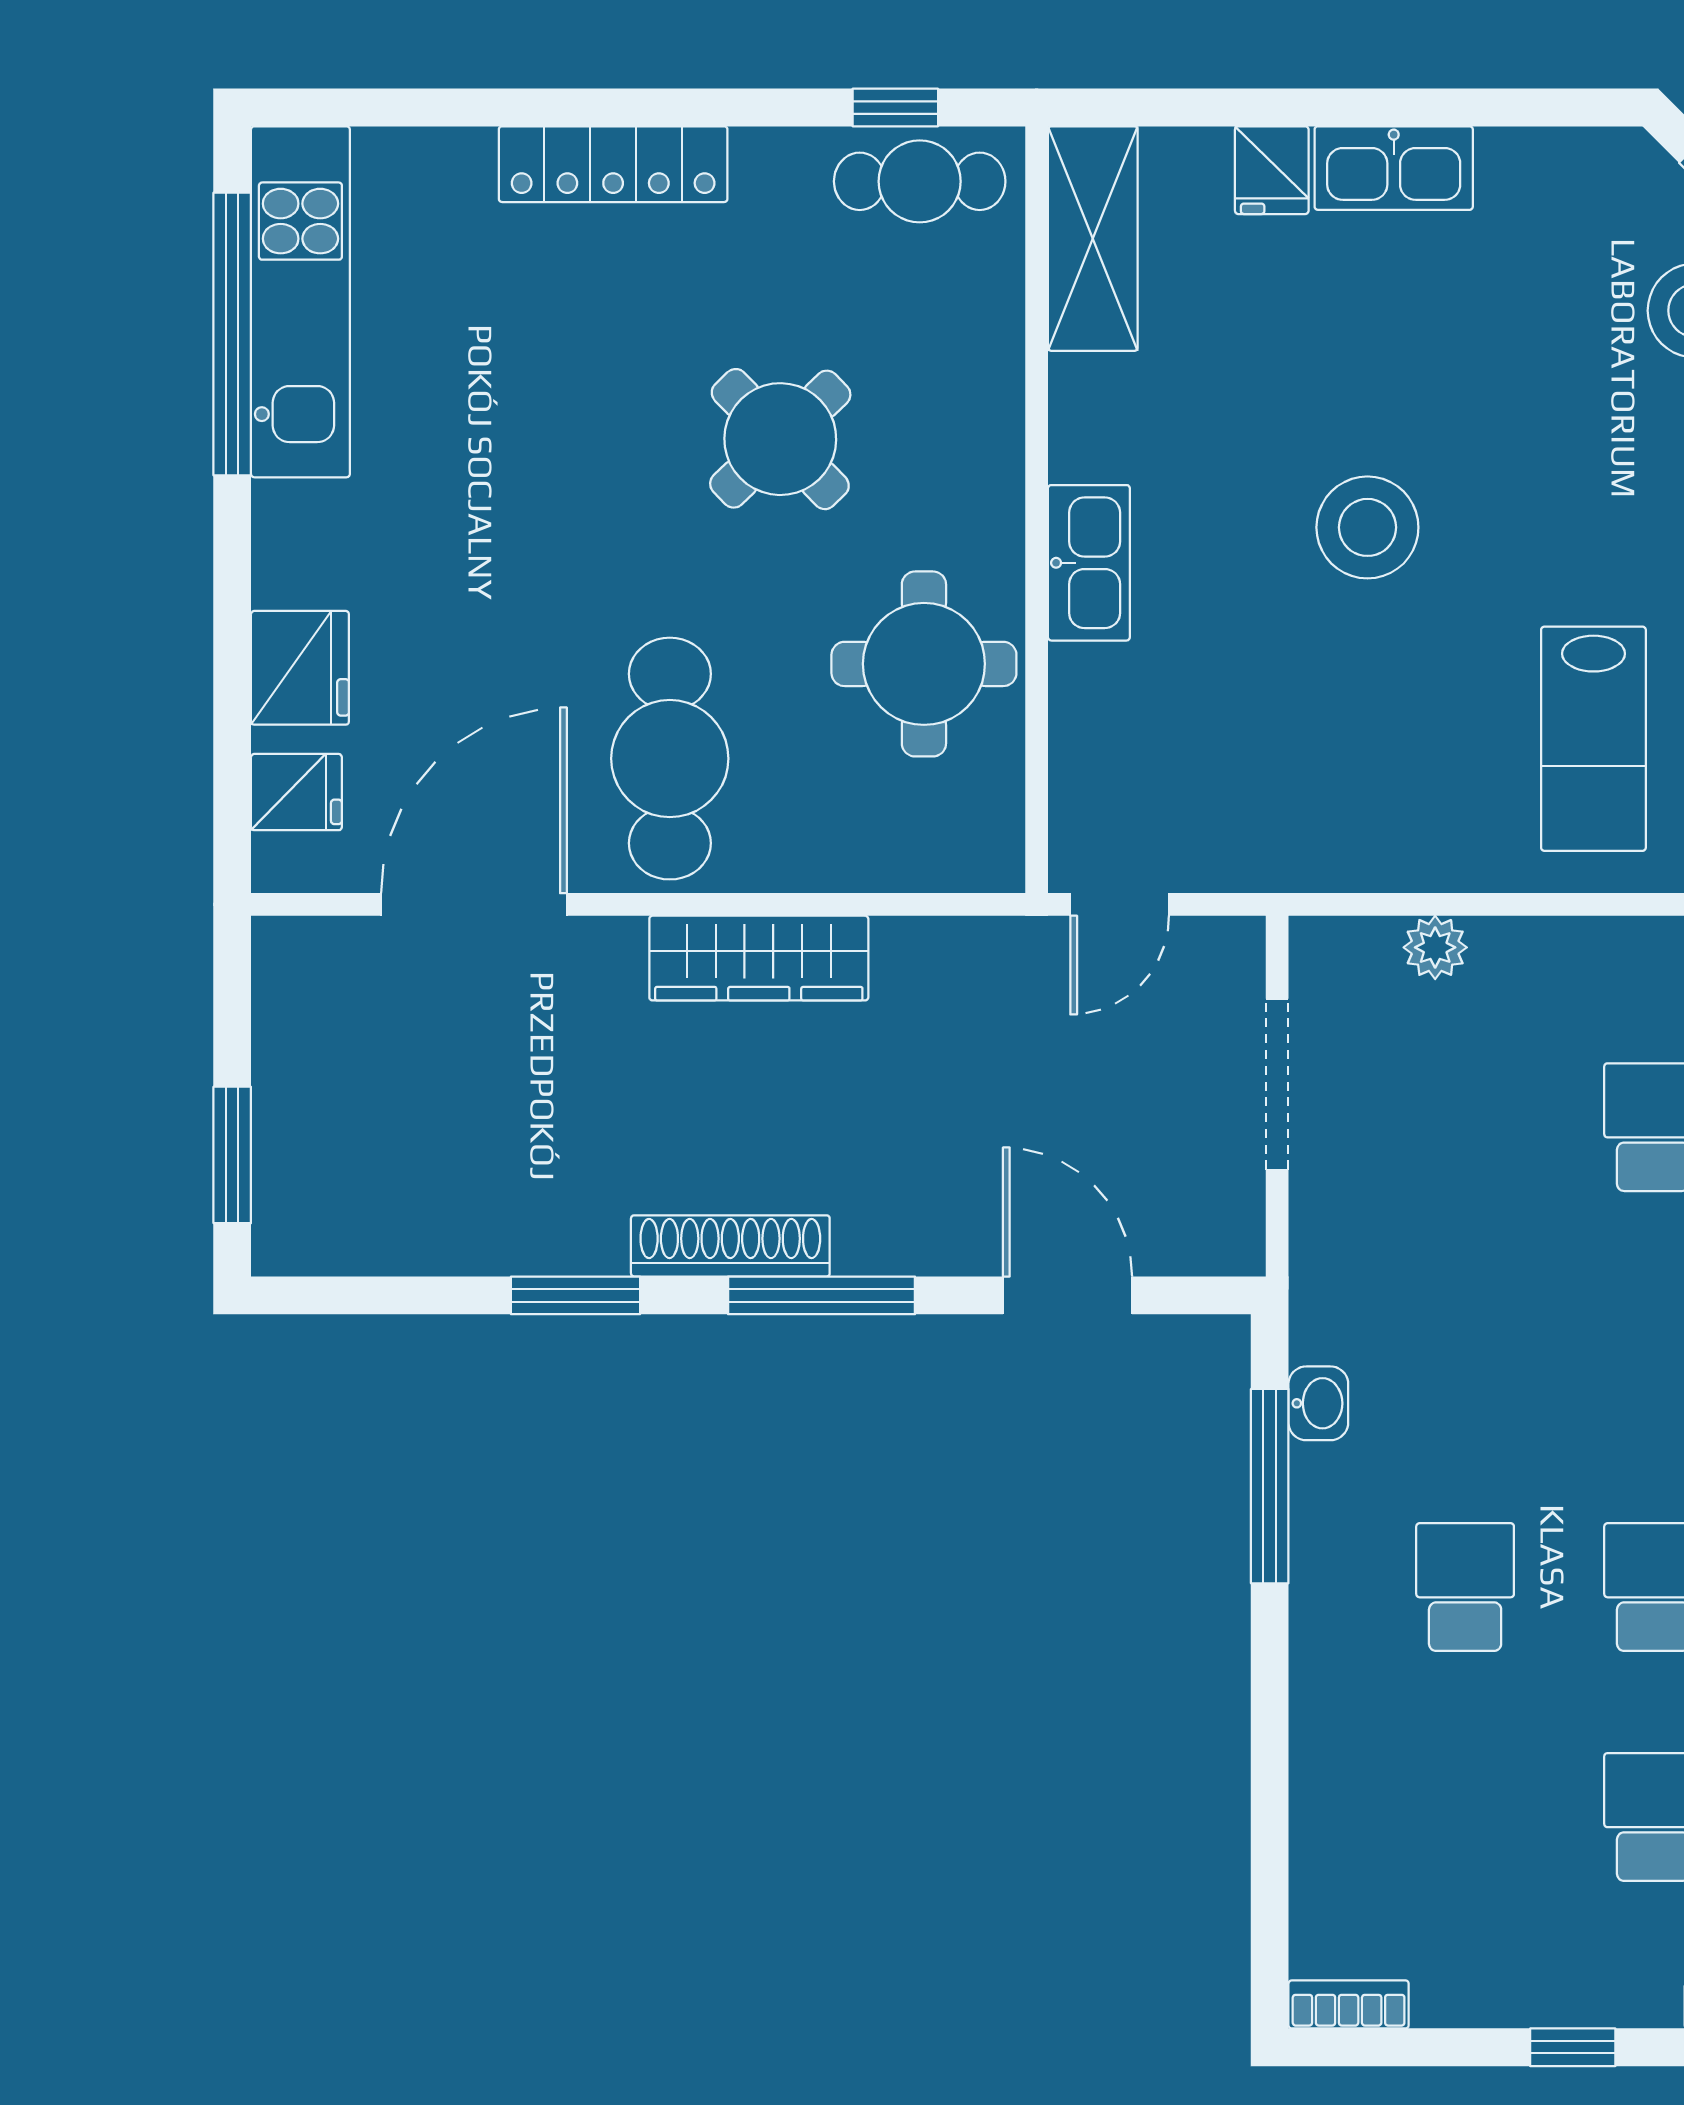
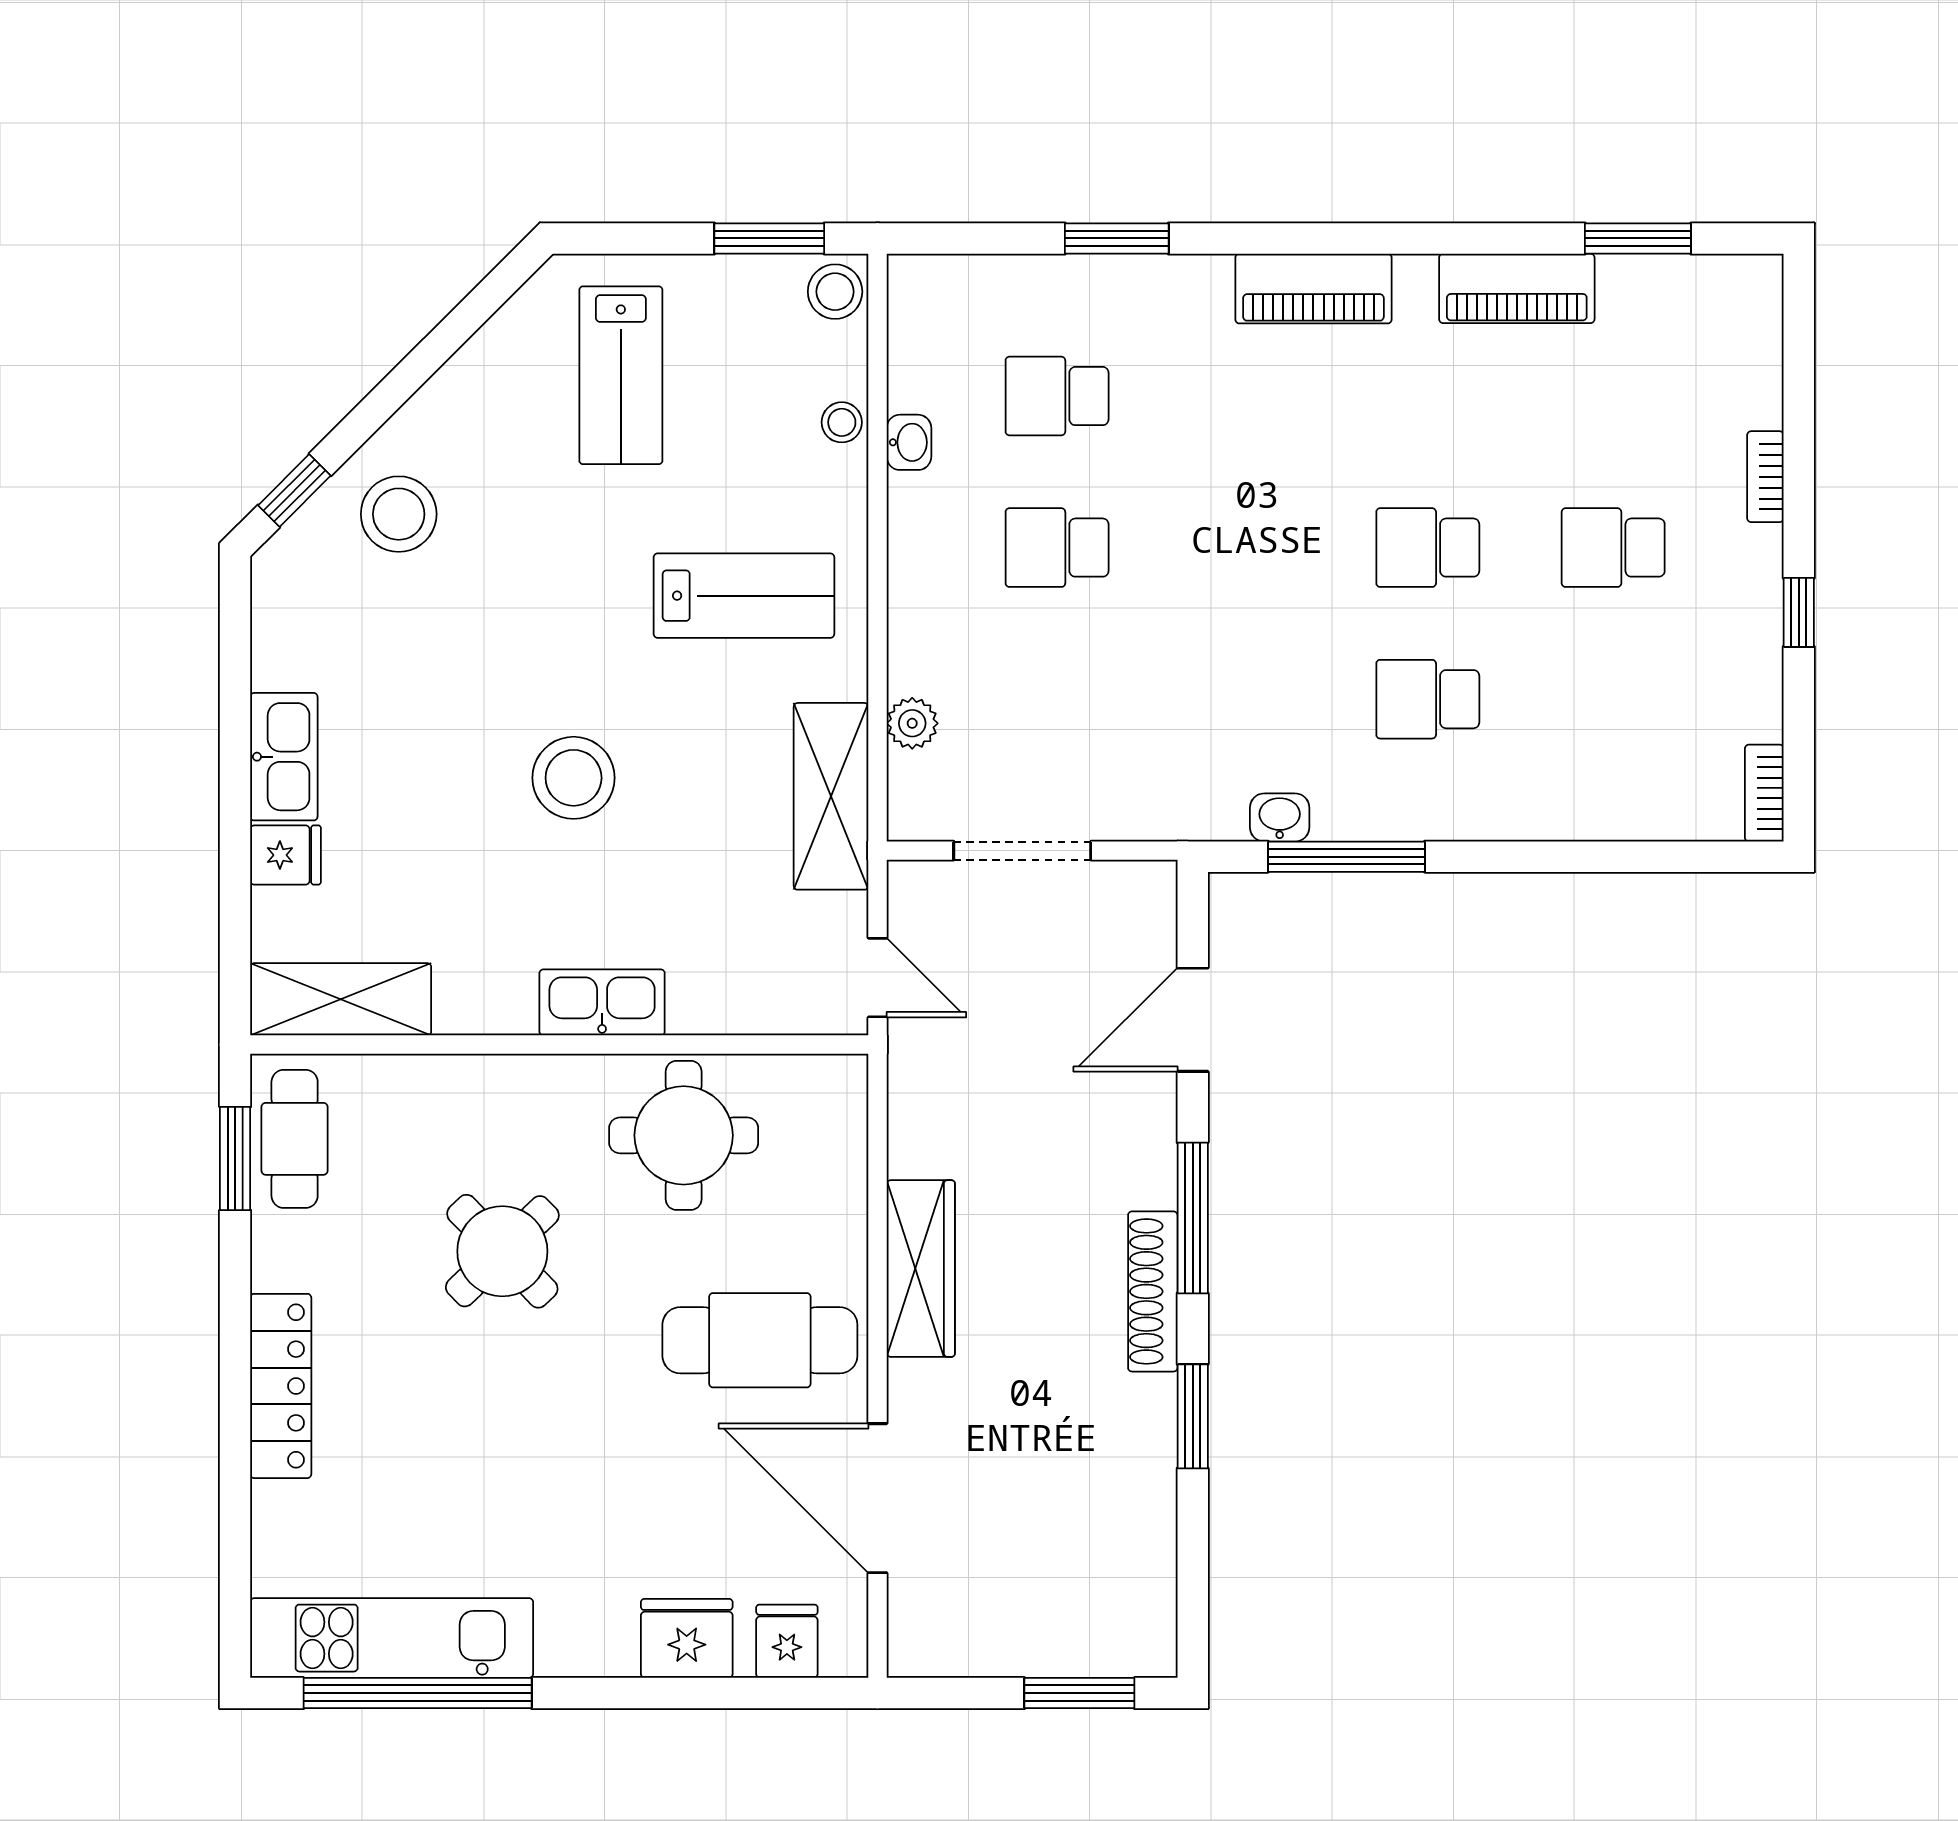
window: (895, 108) -> (235, 1158), width x1.50
shelving: (1345, 847) -> (831, 796), added

